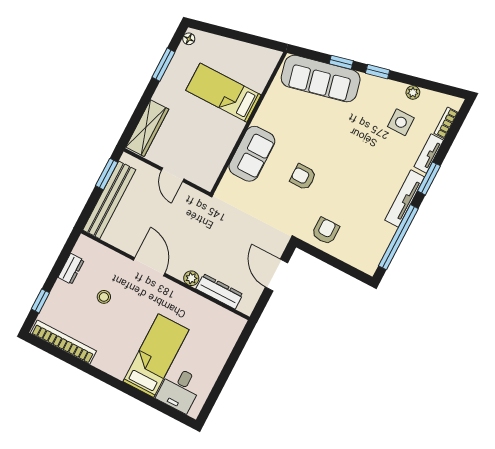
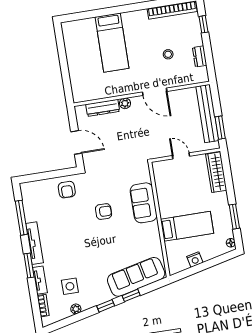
nightstand: (242, 50) -> (195, 260), added
window: (398, 237) -> (21, 218), width x0.68
desk: (179, 390) -> (83, 33), removed

